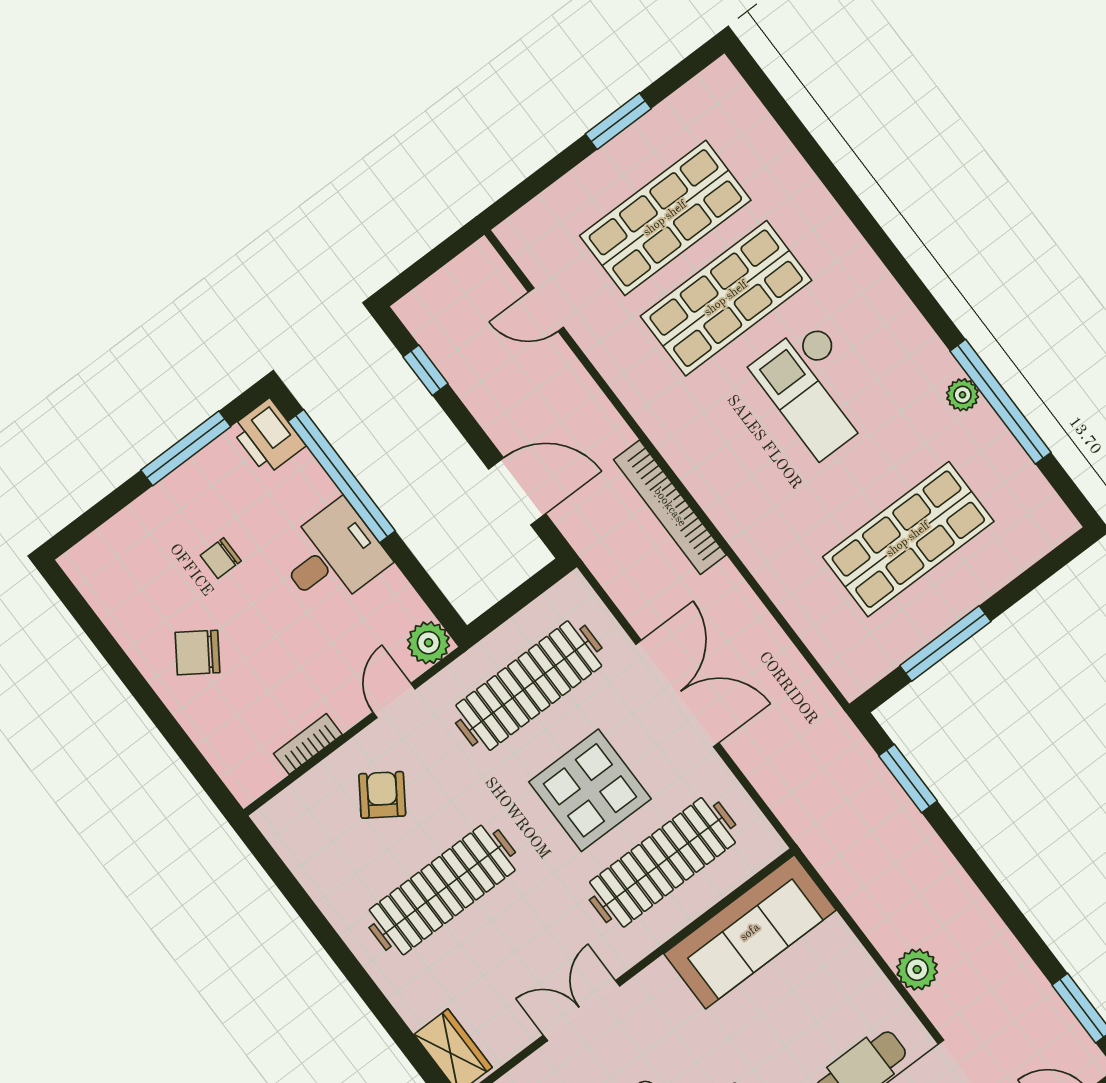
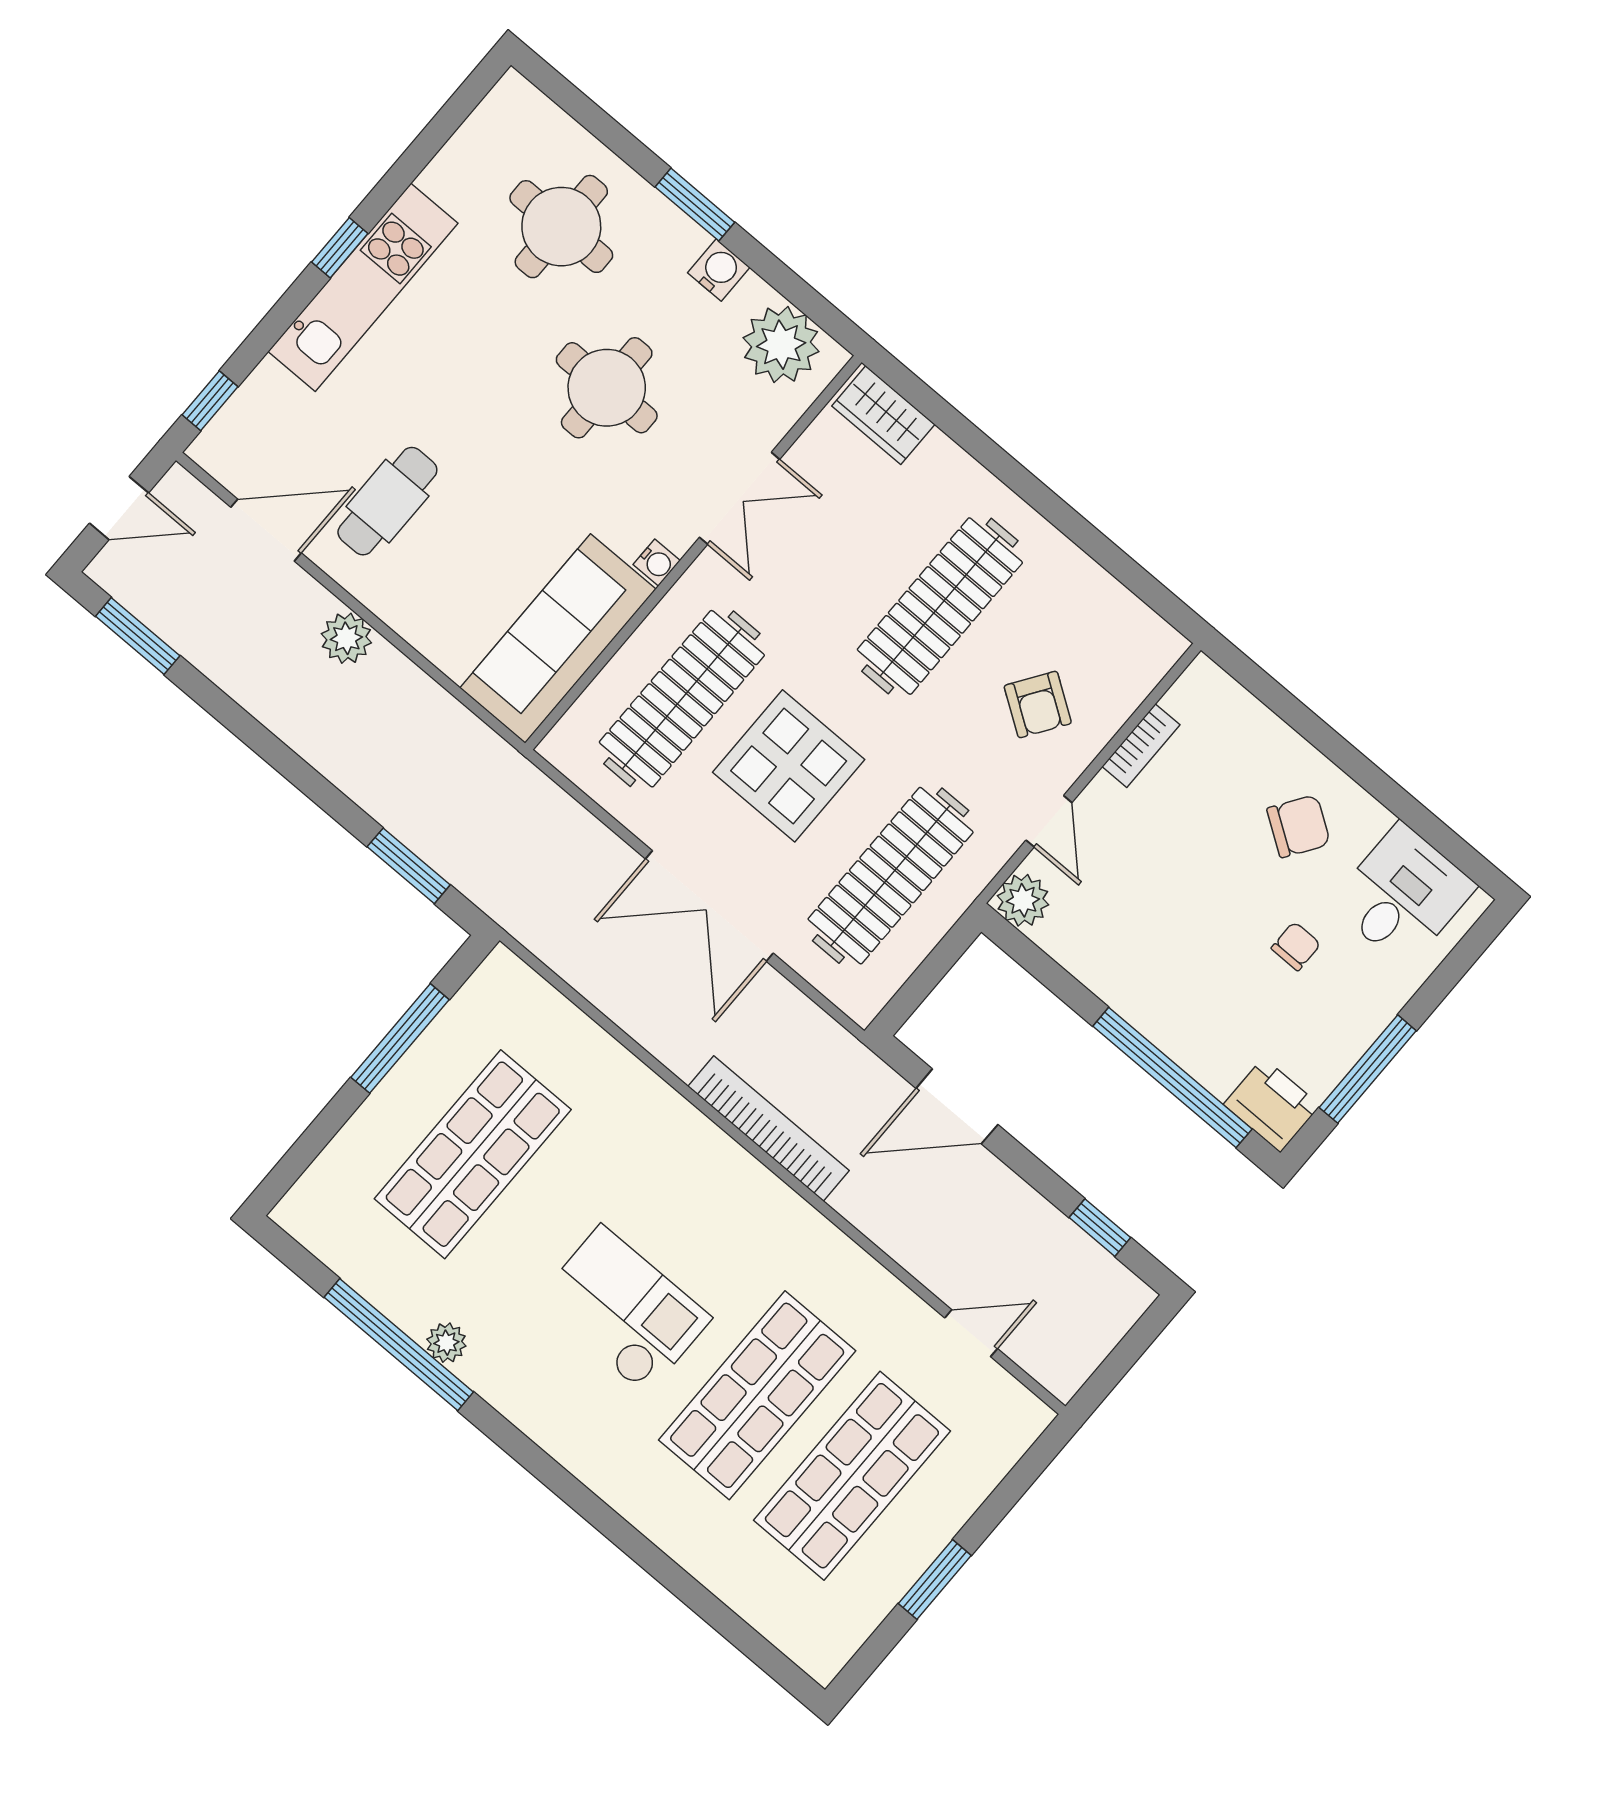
desk: (332, 556) -> (1403, 895), moved, turned 180
water cooler: (658, 974) -> (657, 562), added

